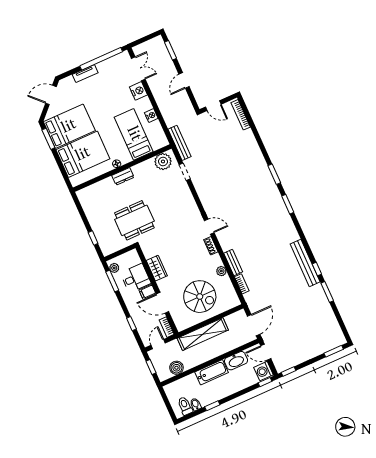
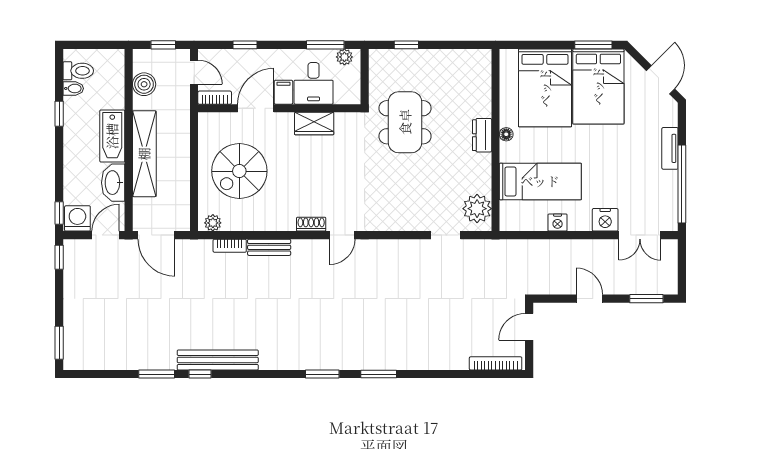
bench: (179, 143) -> (495, 248), removed
plant: (221, 271) -> (213, 223), moved
shelving: (203, 334) -> (144, 154), moved

